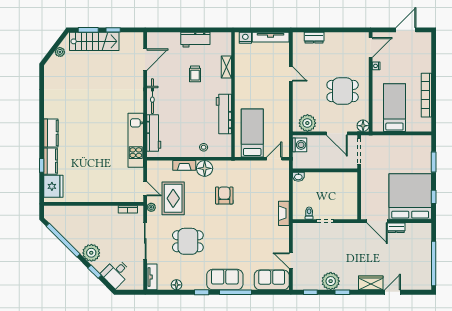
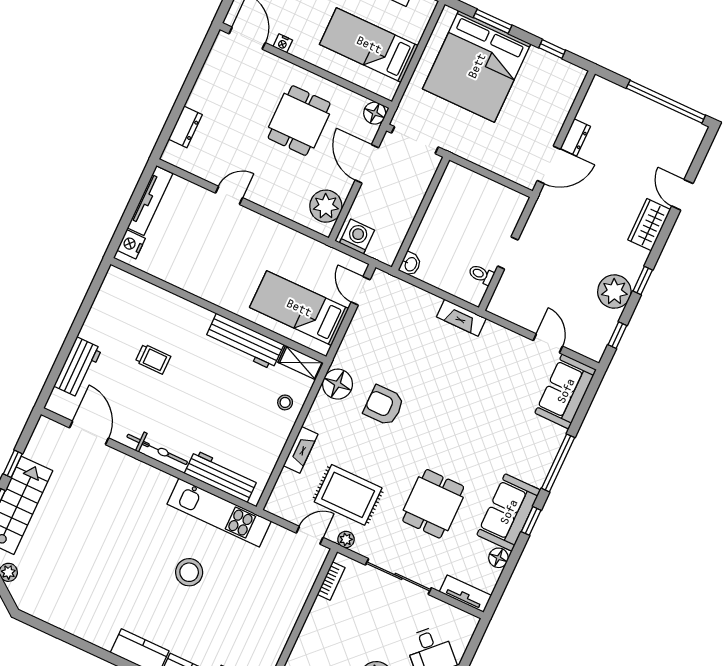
workbench: (195, 40) -> (78, 367), moved
shelving: (226, 67) -> (301, 363), moved
door: (337, 133) -> (367, 164), swing flipped
stool: (100, 139) -> (189, 572), added
floor lamp: (205, 168) -> (337, 384), moved
bed: (410, 196) -> (477, 66), moved, turned -90
door: (291, 261) -> (548, 343), swing flipped
sofa: (225, 280) -> (509, 512), moved

